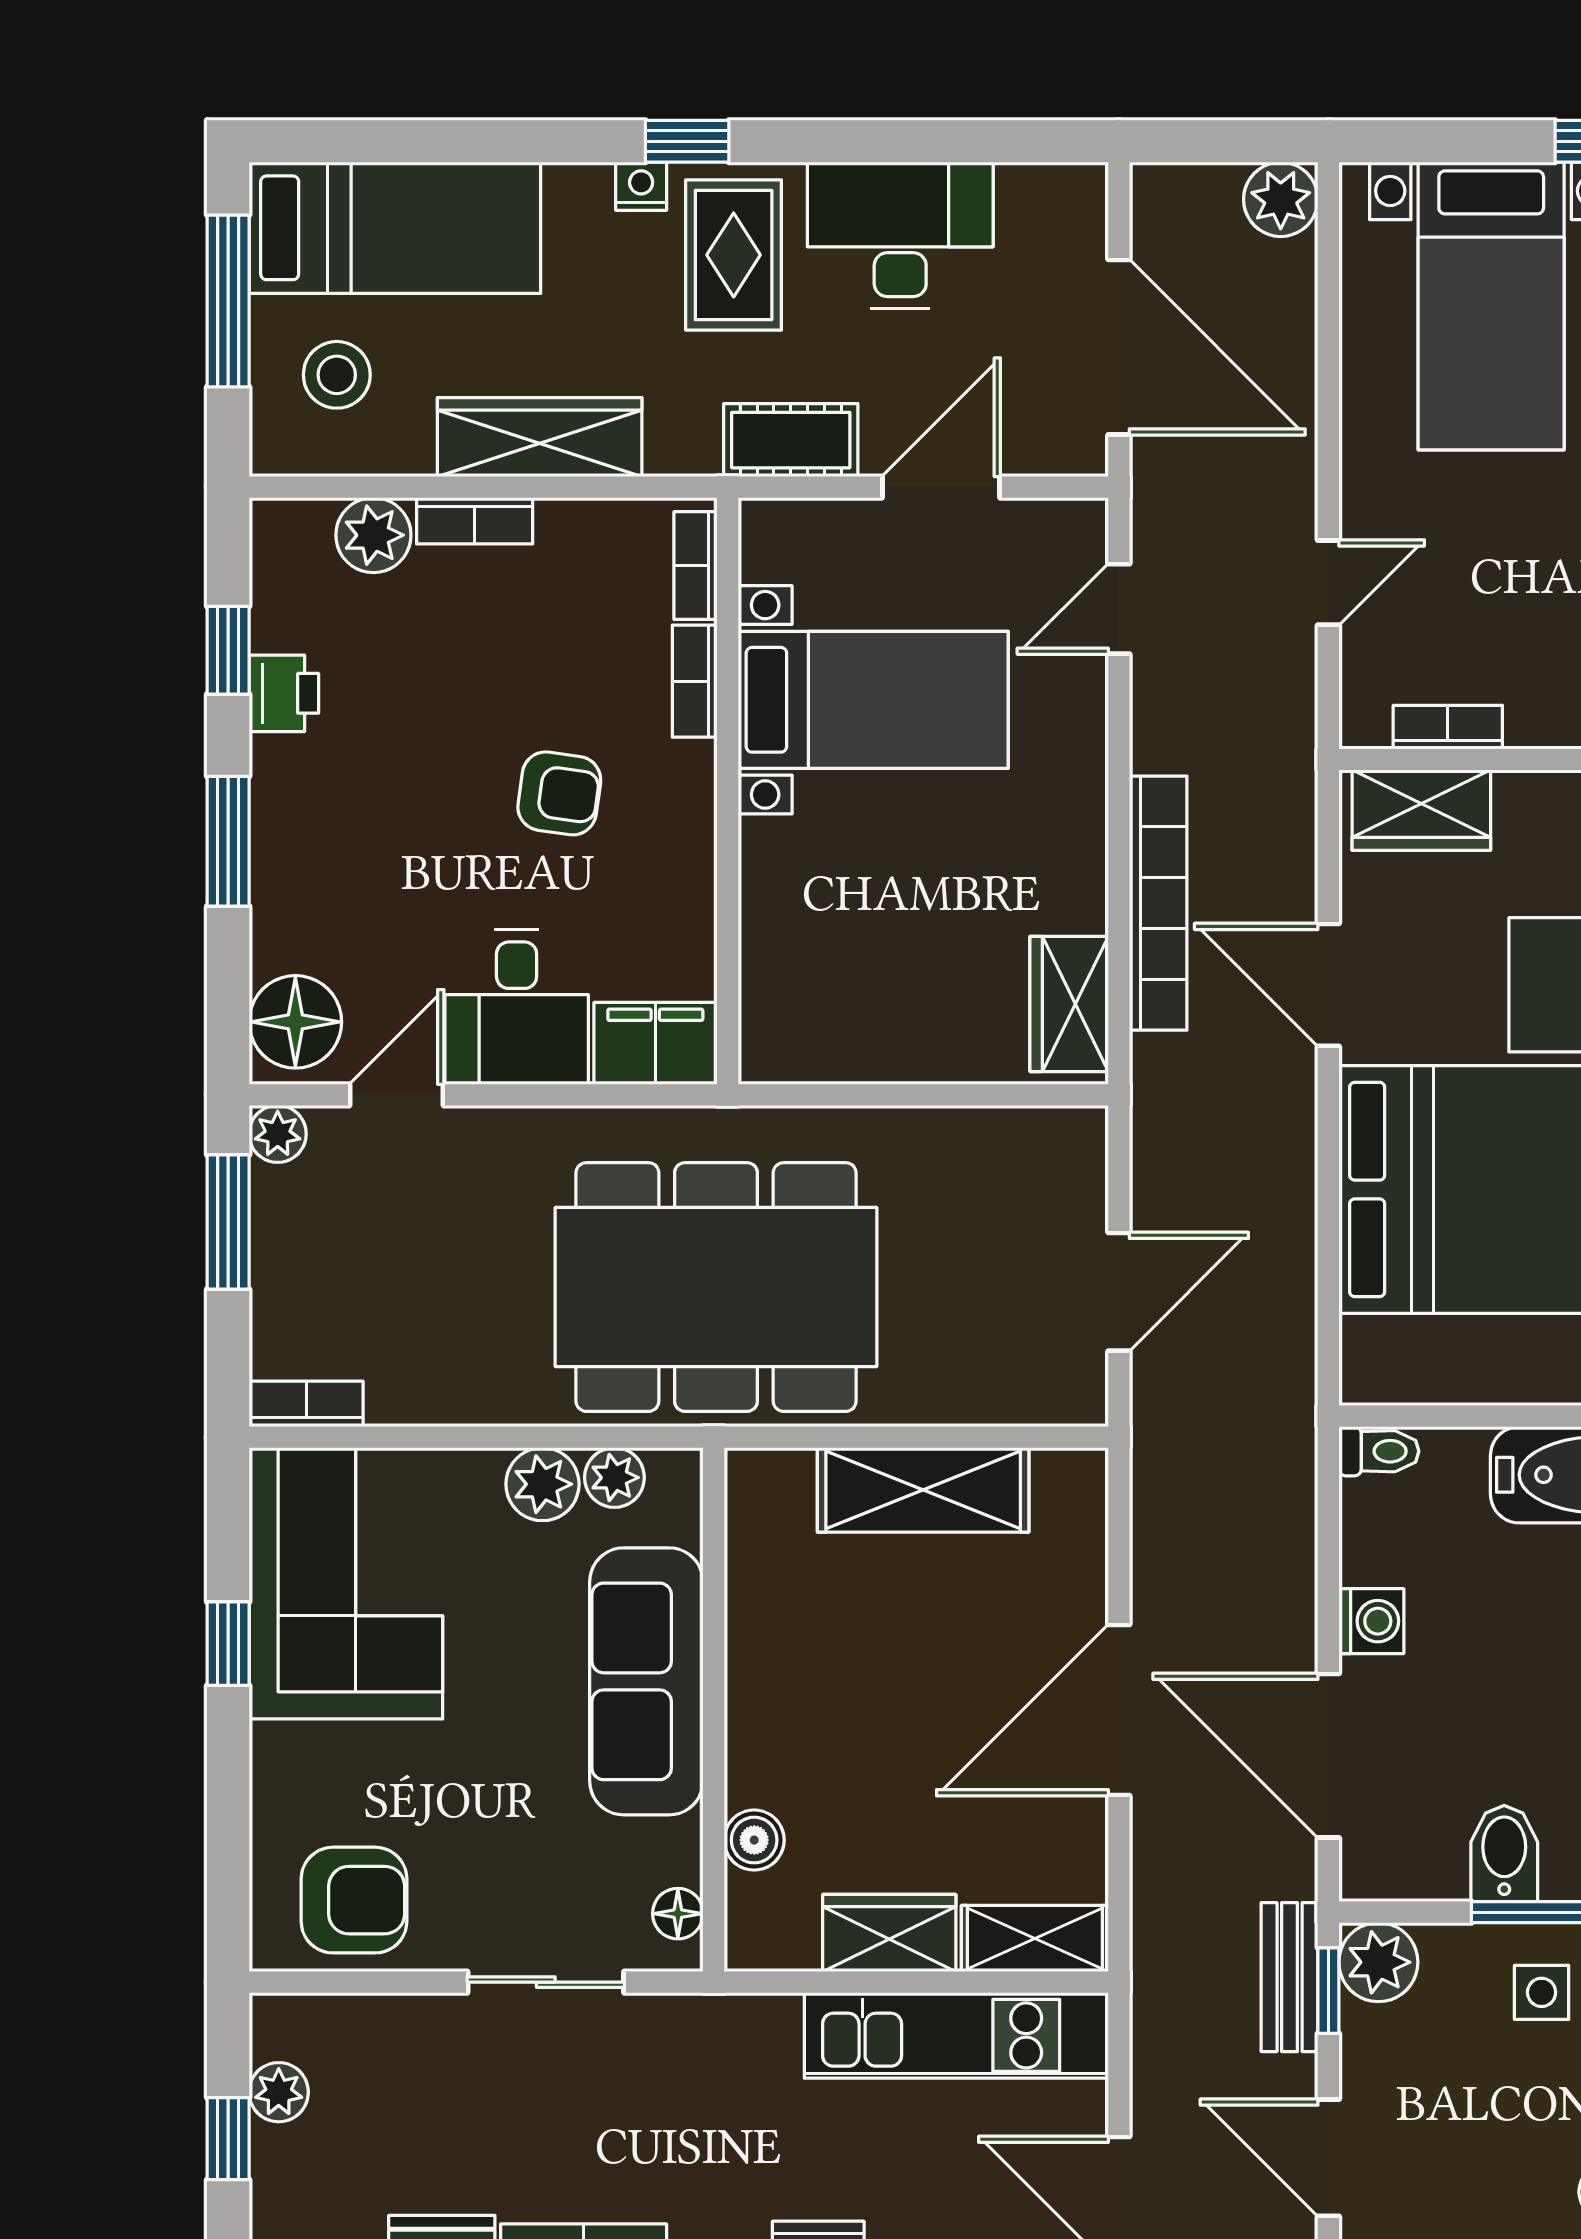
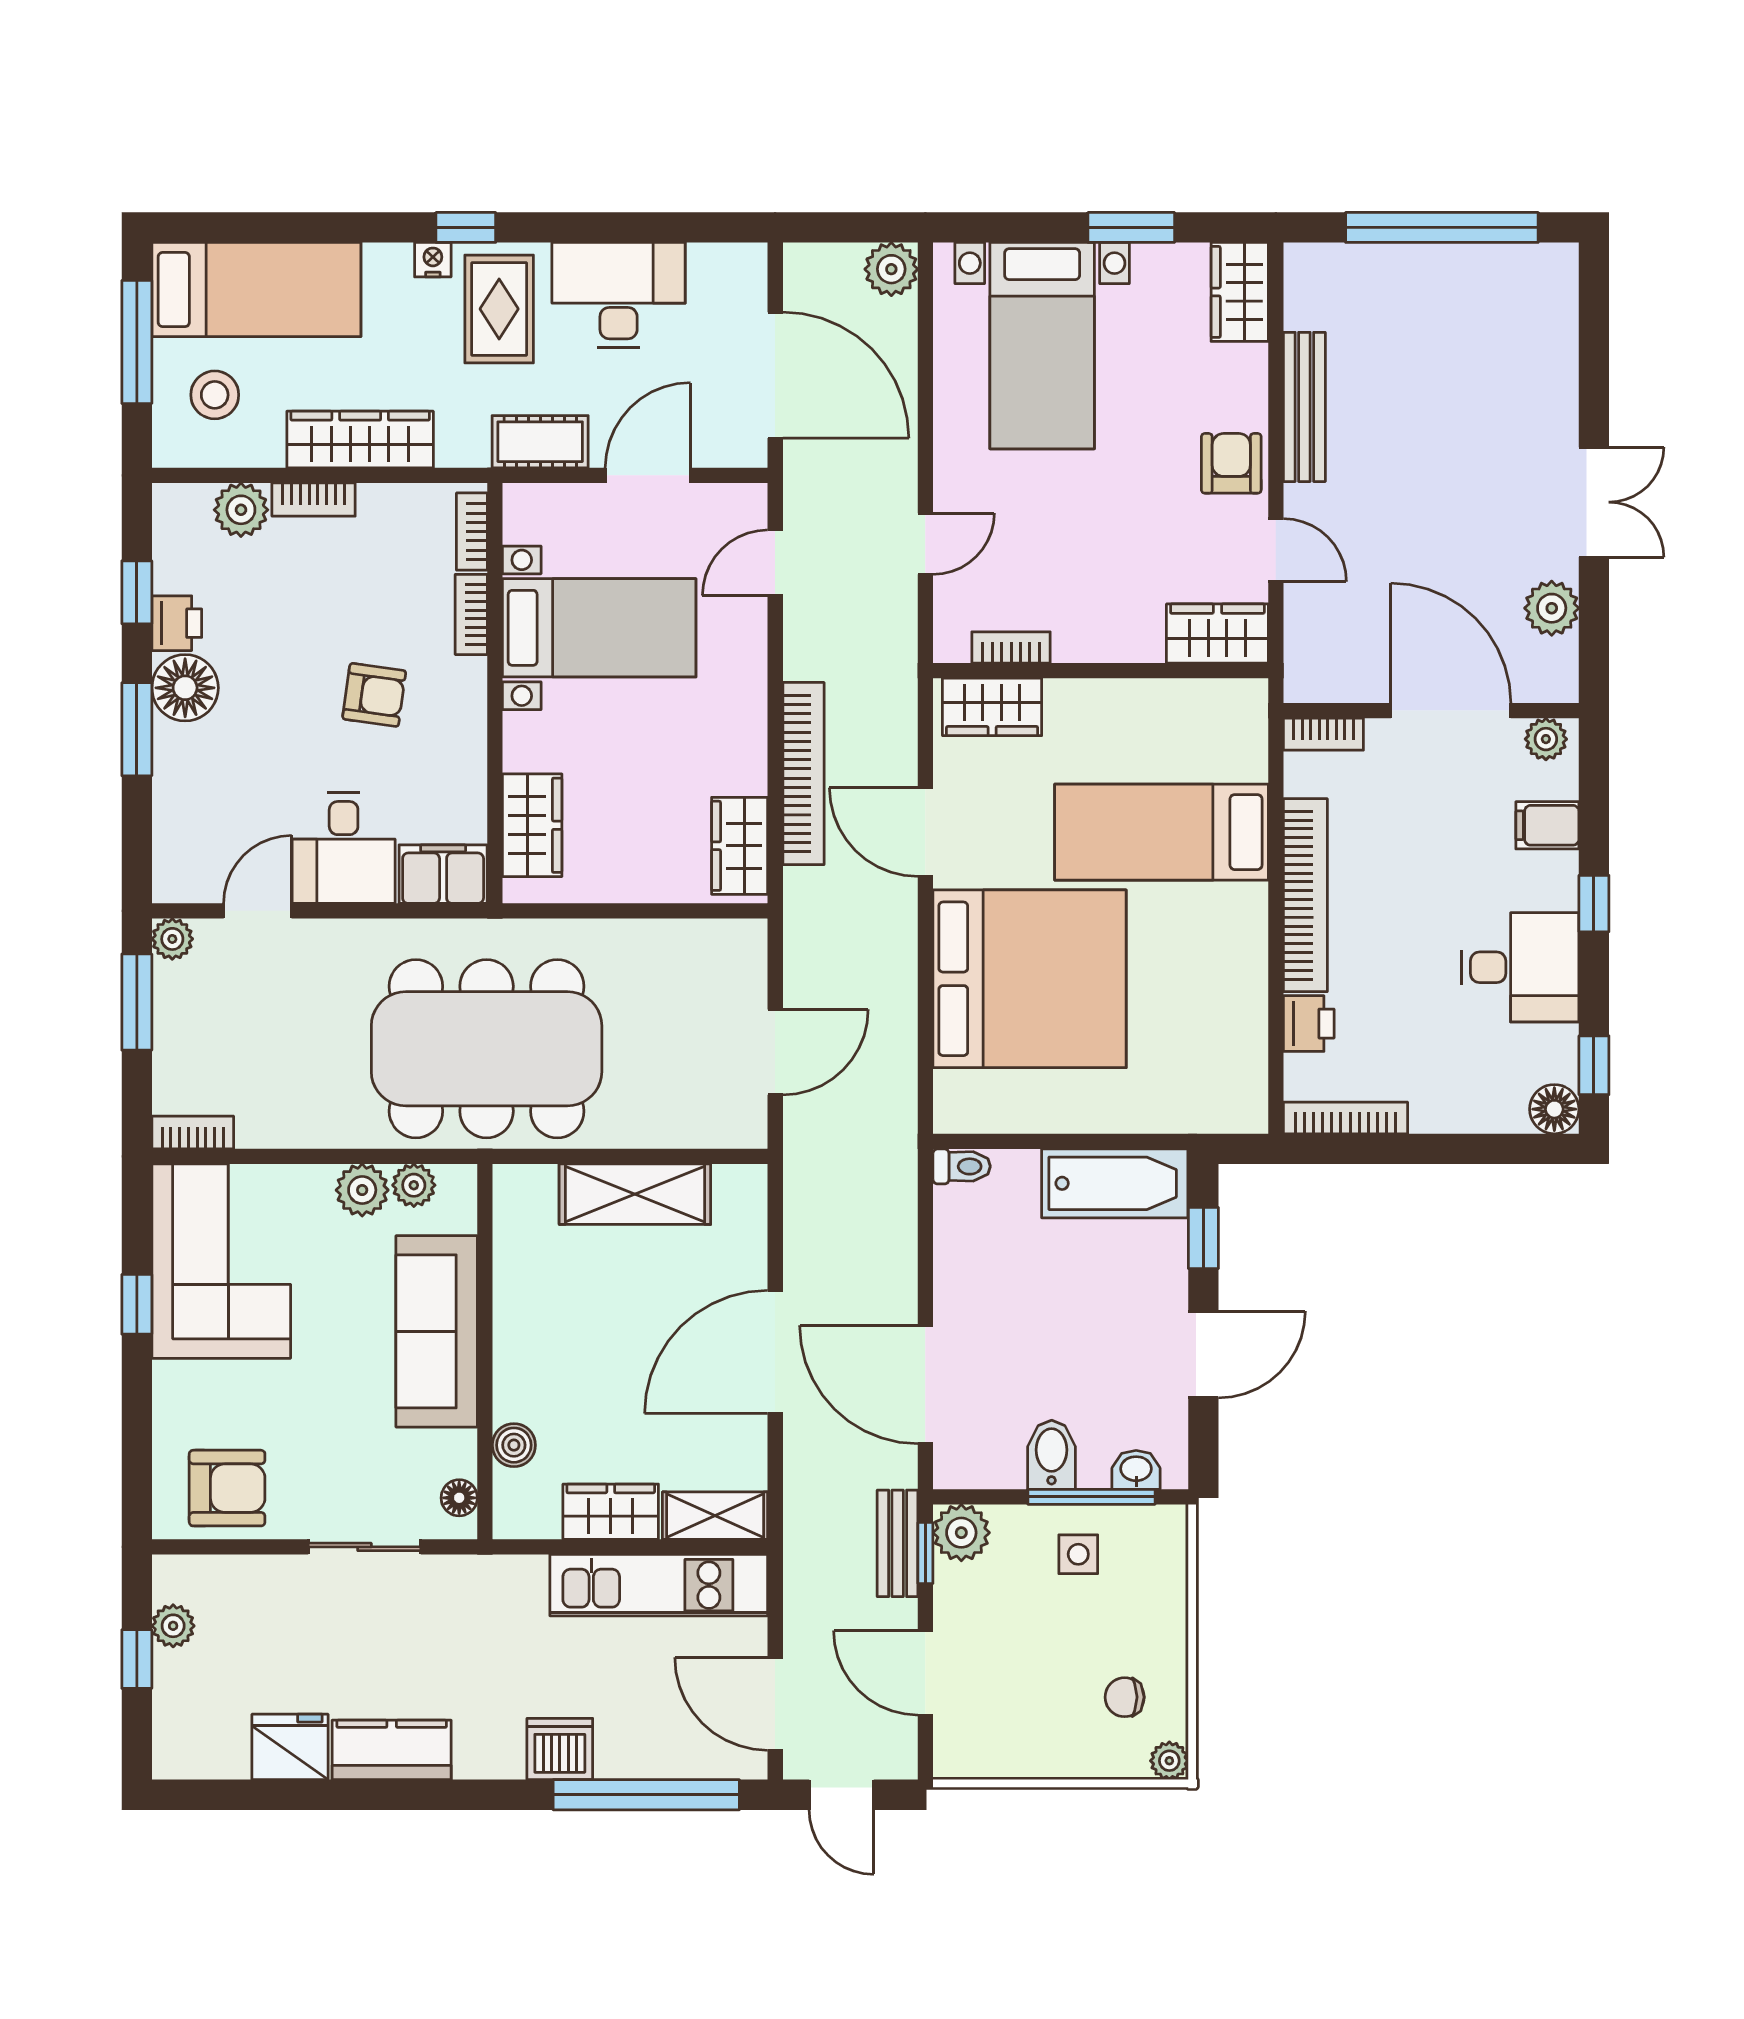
wardrobe: (780, 975) -> (532, 825), added
floor lamp: (295, 1022) -> (185, 688), moved
washing machine: (1371, 1621) -> (956, 1288), removed

